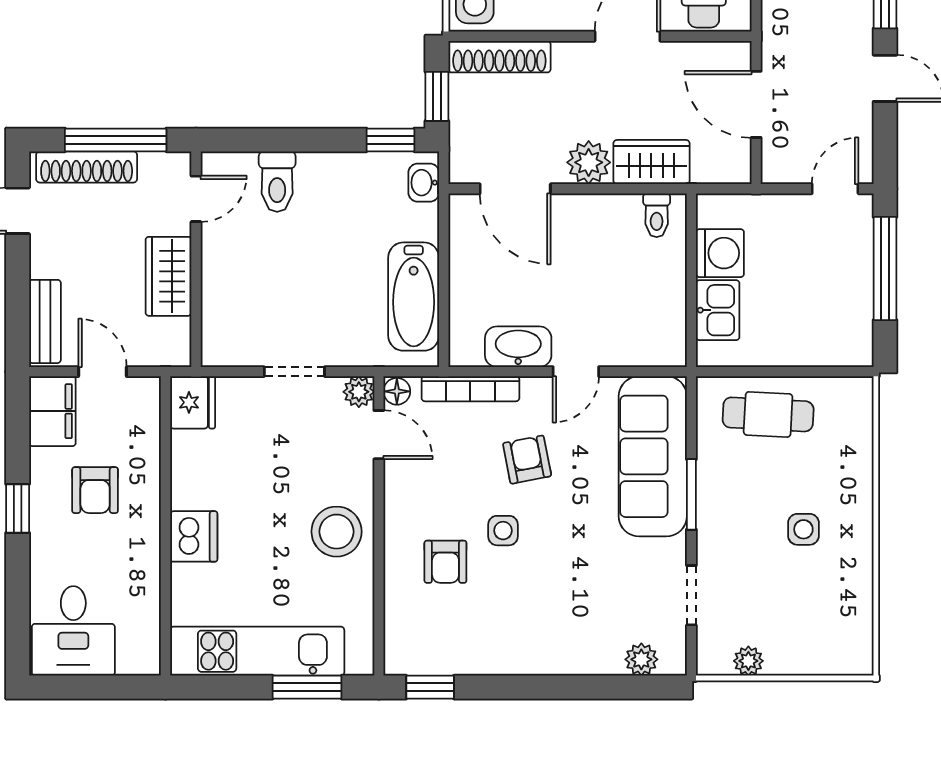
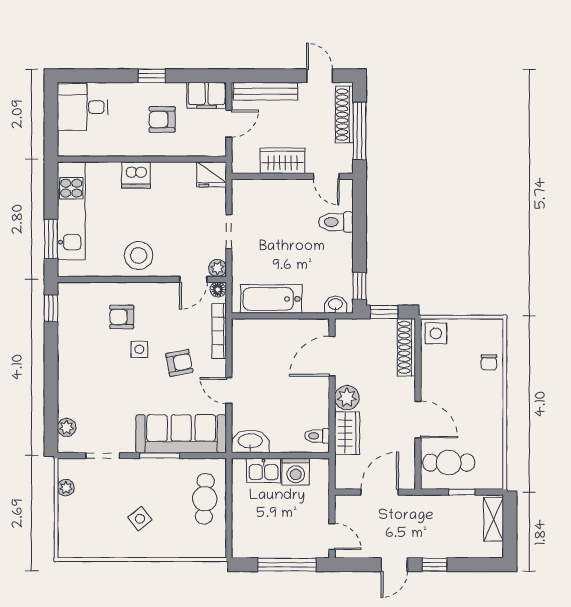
bench: (45, 321) -> (266, 91), width x1.36
washbasin: (518, 347) -> (250, 441), moved, turned -90
side table: (803, 529) -> (140, 519), turned -38

